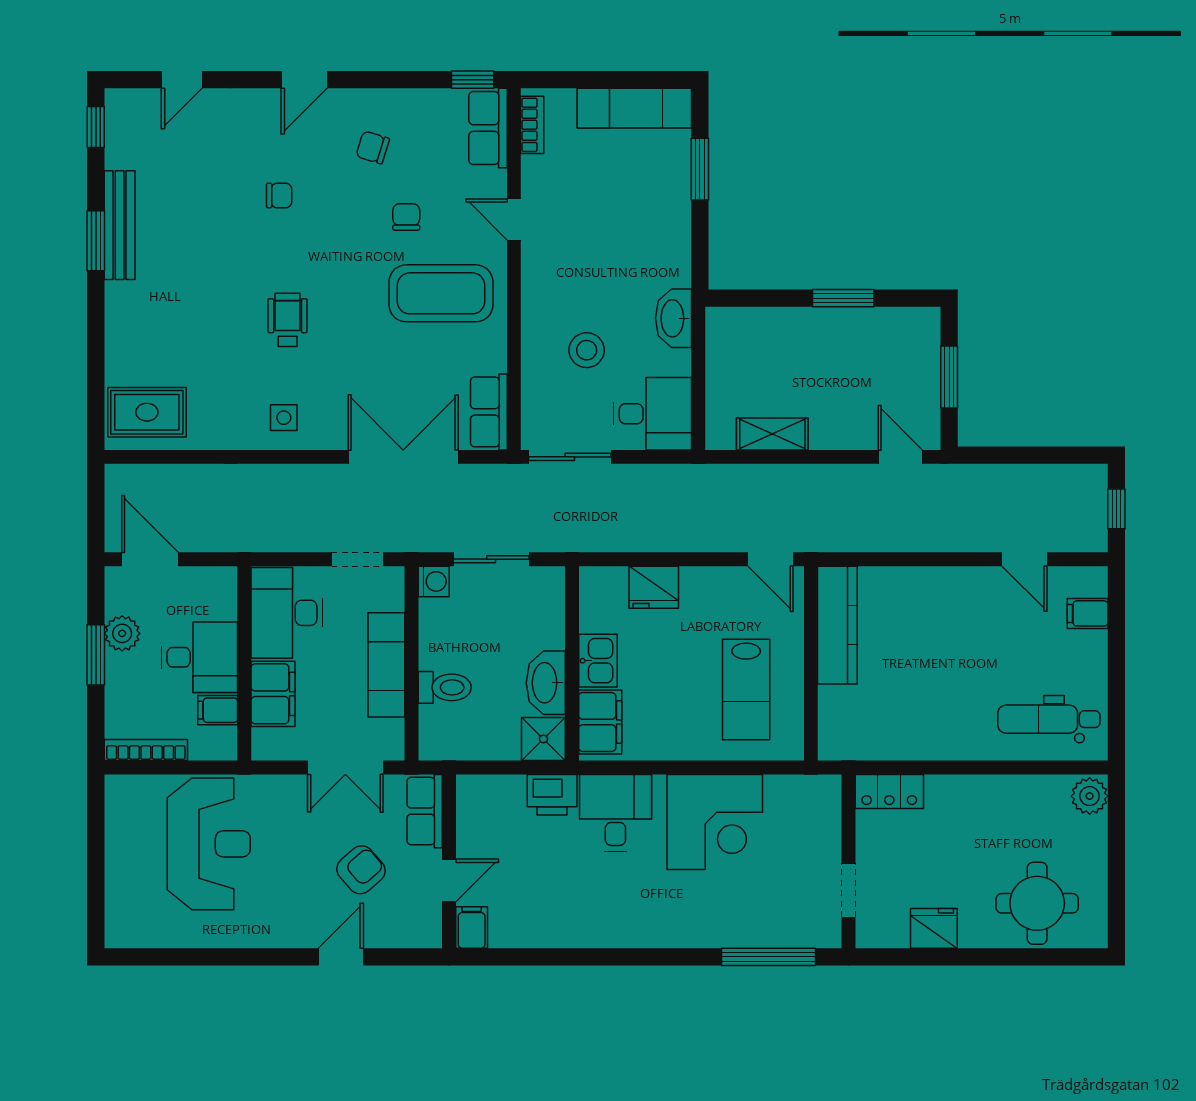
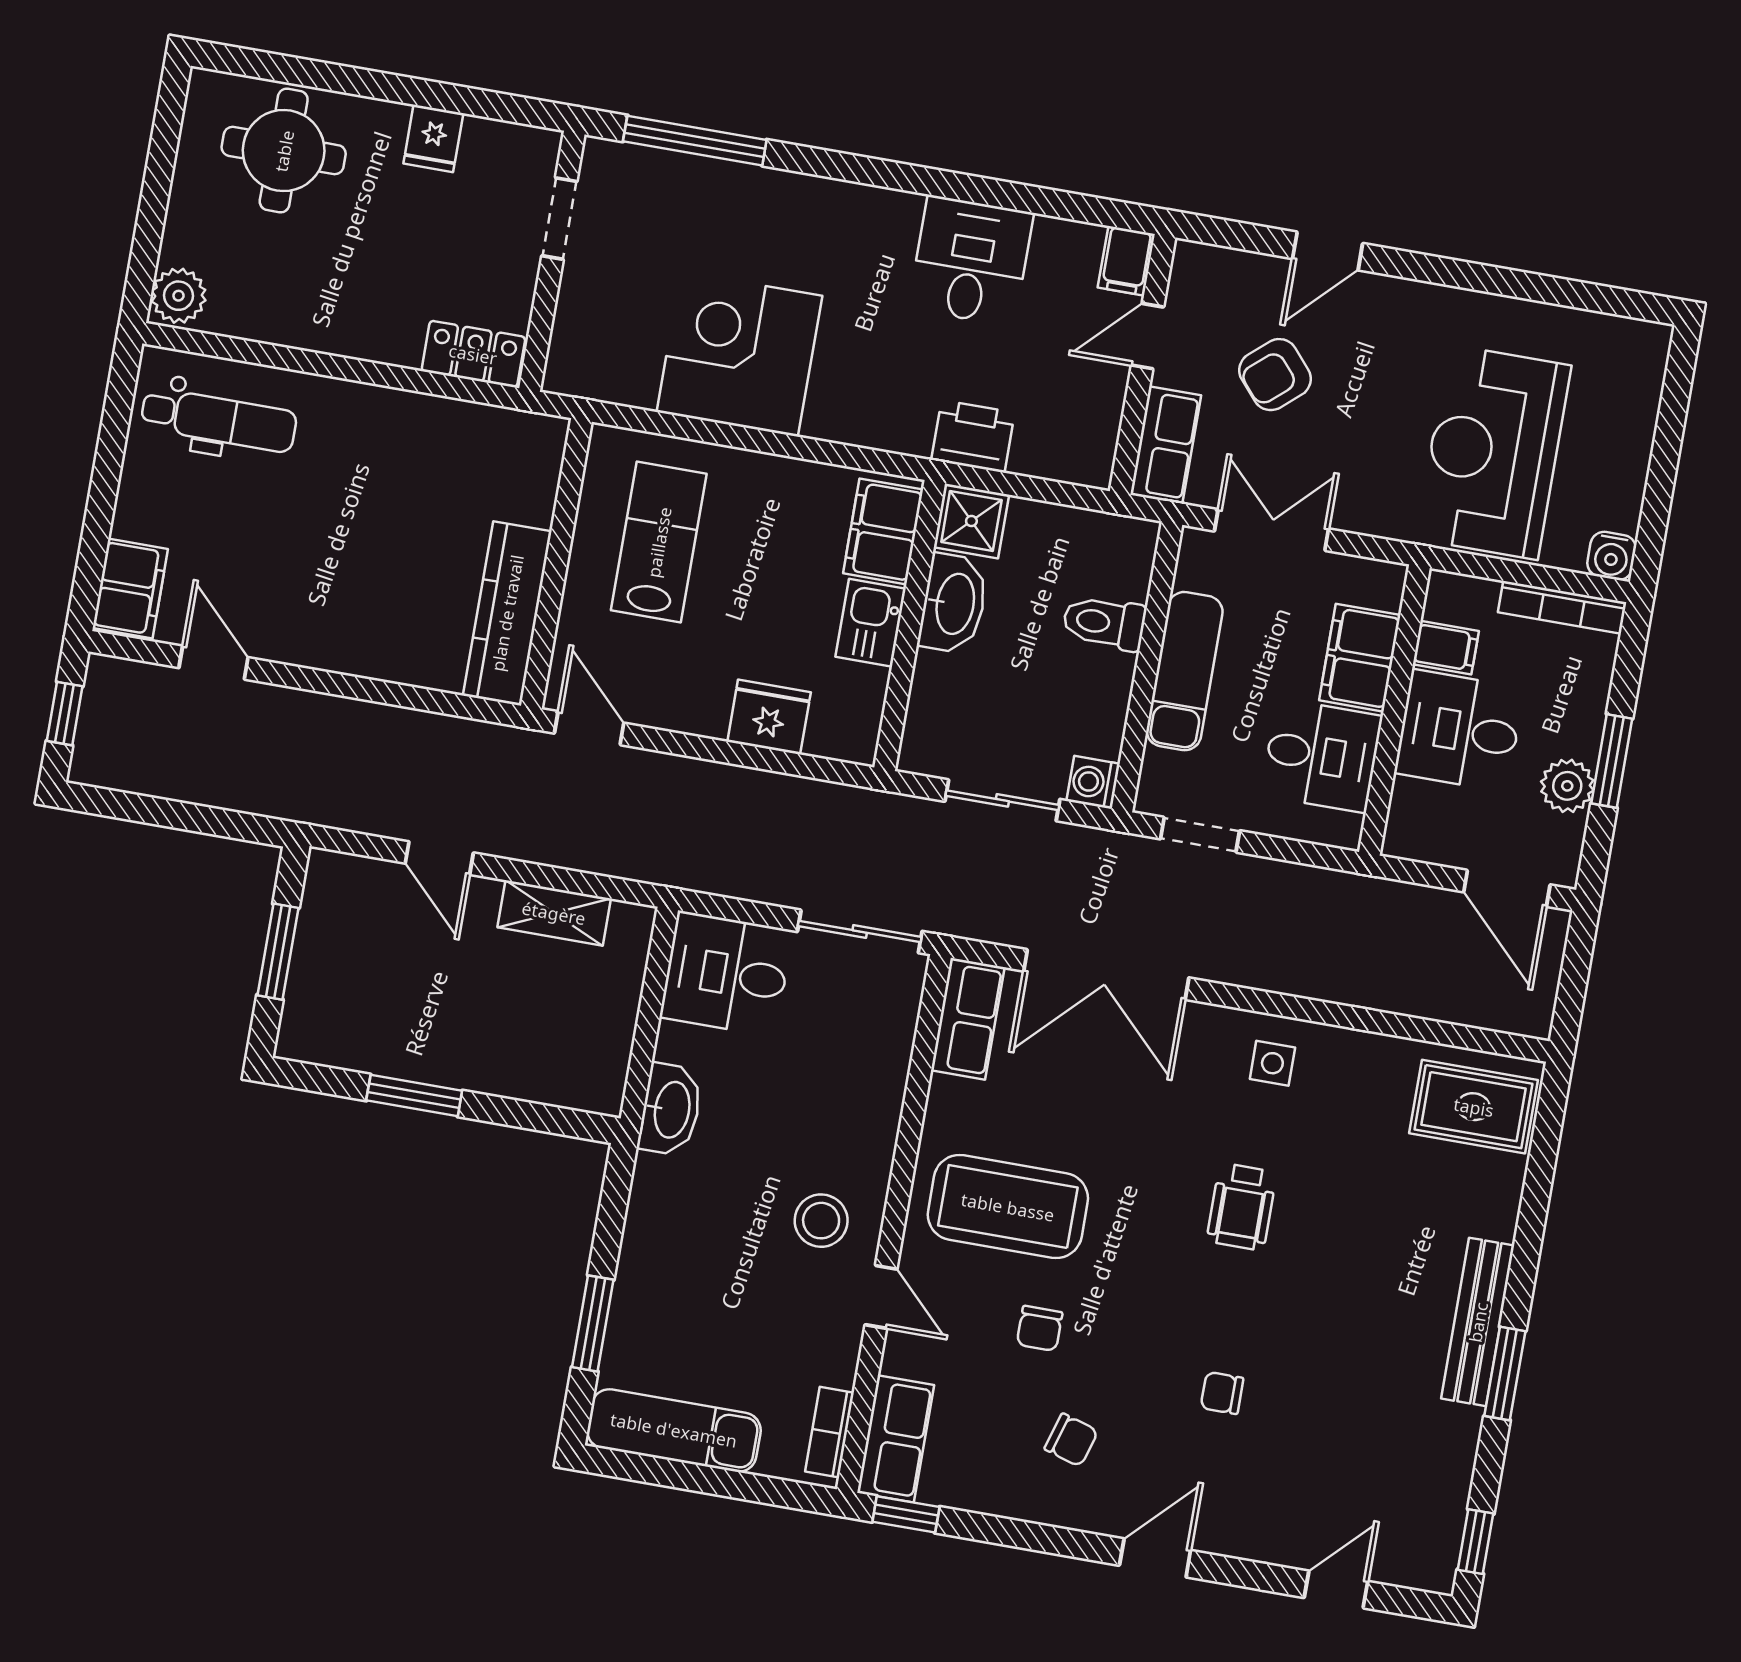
bench: (120, 225) -> (1478, 1322), moved
stool: (587, 350) -> (821, 1221), moved
door: (900, 457) -> (439, 858), moved
desk: (287, 613) -> (1322, 756), width x0.73
filing cabinet: (1088, 613) -> (130, 589), width x2.00
water cooler: (119, 789) -> (1612, 556), added
desk: (615, 813) -> (971, 261), moved, turned 180
fridge: (934, 928) -> (433, 138), width x0.72

